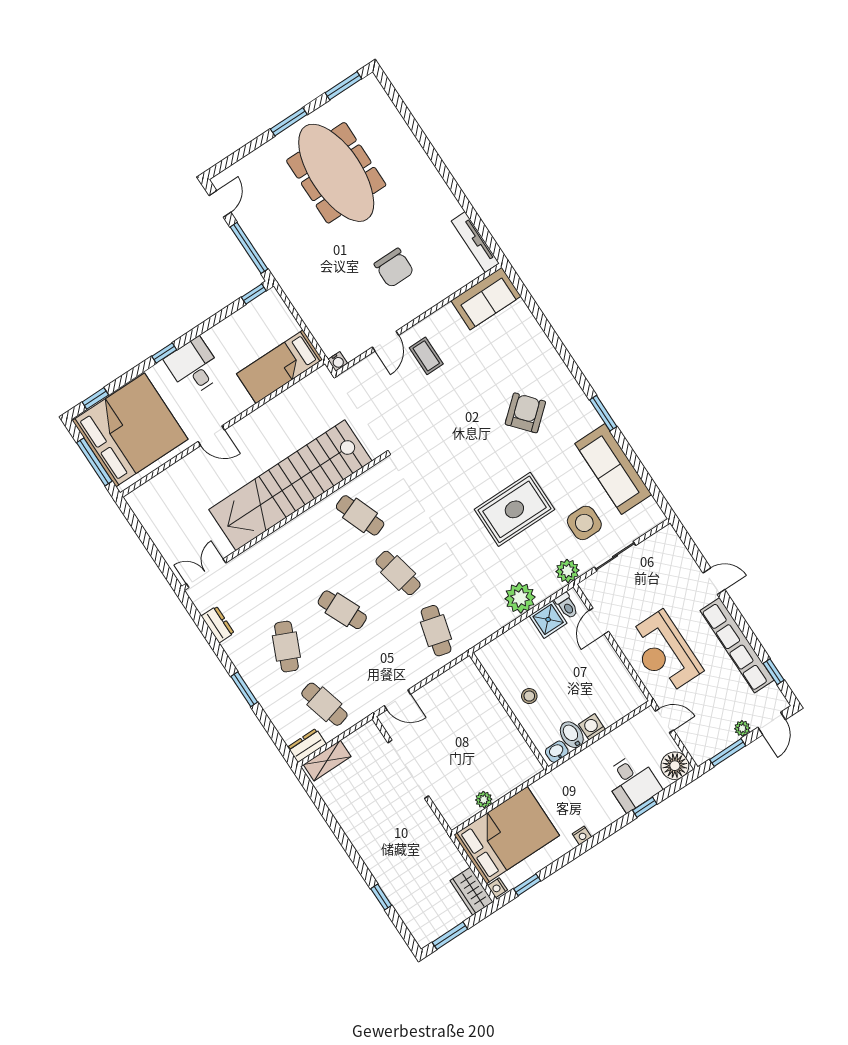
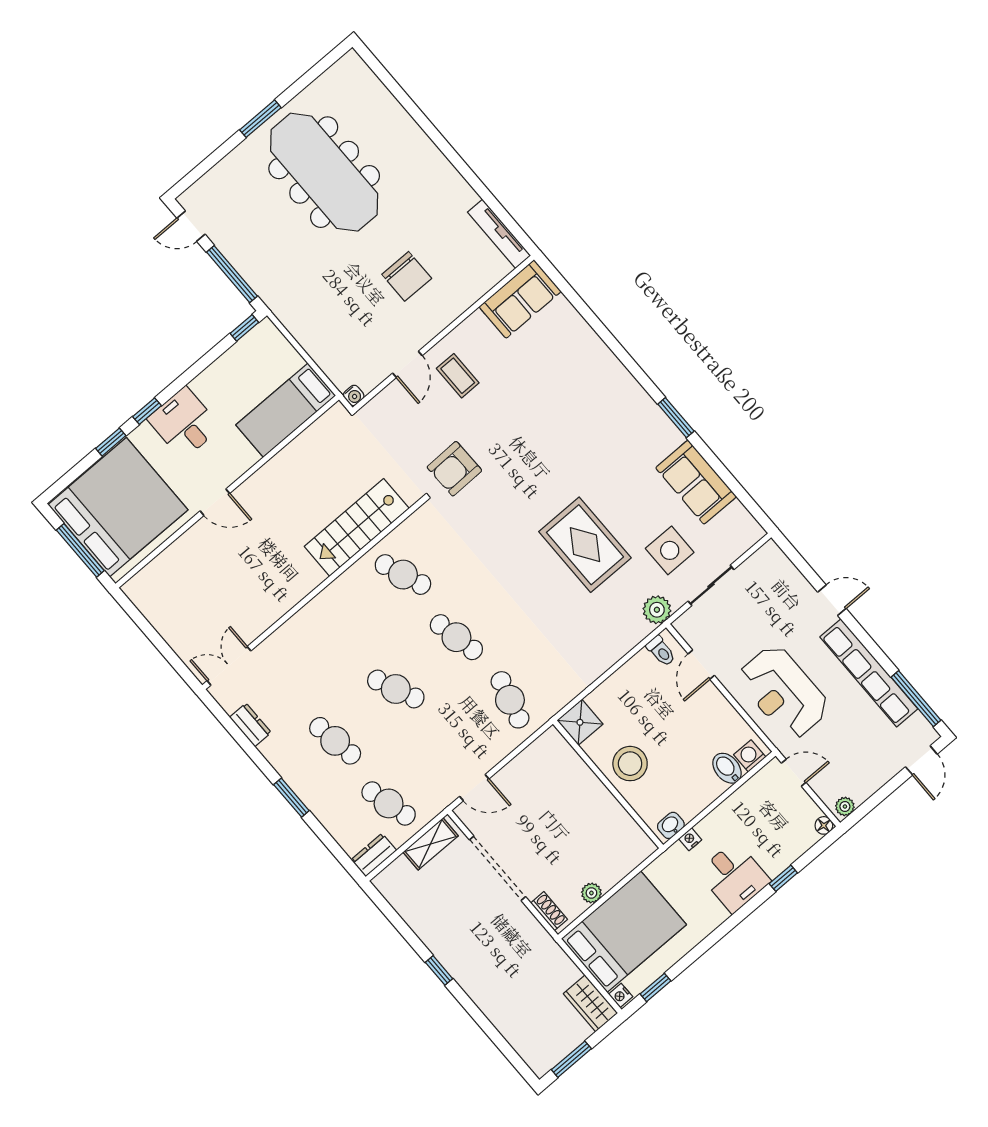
window: (343, 86) -> (320, 68), removed
door: (220, 204) -> (191, 226), swing flipped
window: (95, 398) -> (111, 442), moved
armchair: (525, 413) -> (454, 469), moved, turned -140
sofa: (613, 469) -> (696, 482), width x0.73
stairs: (290, 485) -> (357, 527), width x0.54, depth x0.66
rug: (514, 509) -> (585, 545), turned 90
plant: (520, 598) -> (605, 649), removed
shower: (548, 619) -> (580, 722), moved
cafe table: (286, 647) -> (335, 741), turned -33
window: (774, 672) -> (916, 699), width x2.17
stool: (529, 696) -> (630, 764), width x1.89, depth x1.89
washing machine: (592, 727) -> (750, 756), moved
plant: (742, 728) -> (845, 806), moved
bidet: (572, 735) -> (727, 768), moved
window: (728, 753) -> (873, 801), removed
shelving: (327, 761) -> (431, 844), moved
floor lamp: (675, 766) -> (824, 825), width x0.53, depth x0.53
desk: (632, 782) -> (734, 877), moved
shoe rack: (447, 810) -> (549, 911), added
nightstand: (582, 835) -> (690, 839), moved, turned 180
window: (381, 897) -> (439, 970), moved

